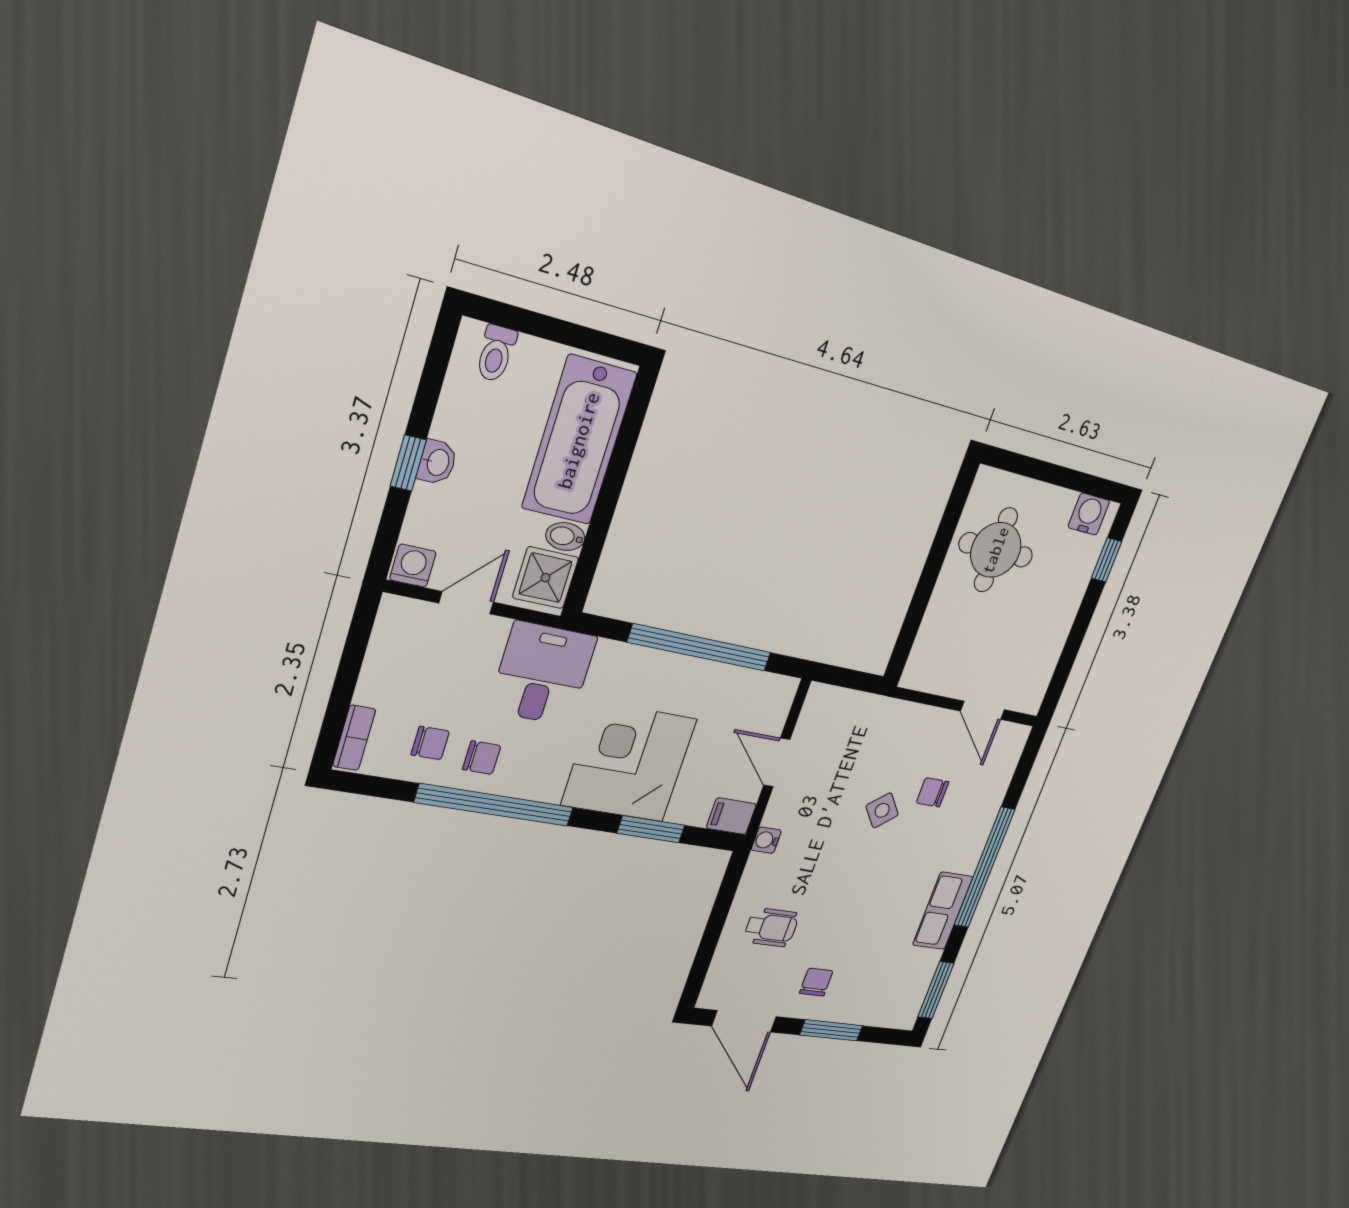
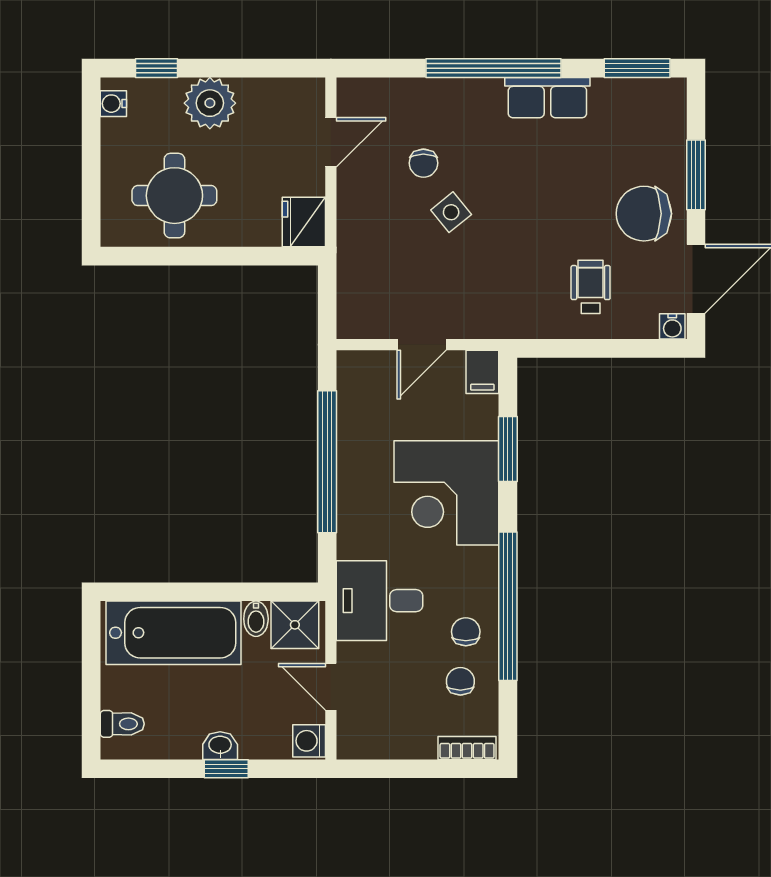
water cooler: (1089, 514) -> (113, 104), width x0.72, depth x0.72
plant: (1059, 604) -> (210, 103), added
fridge: (926, 671) -> (304, 222), added
water cooler: (766, 840) -> (672, 326), moved
chair: (816, 982) -> (644, 214), width x1.87, depth x1.87

